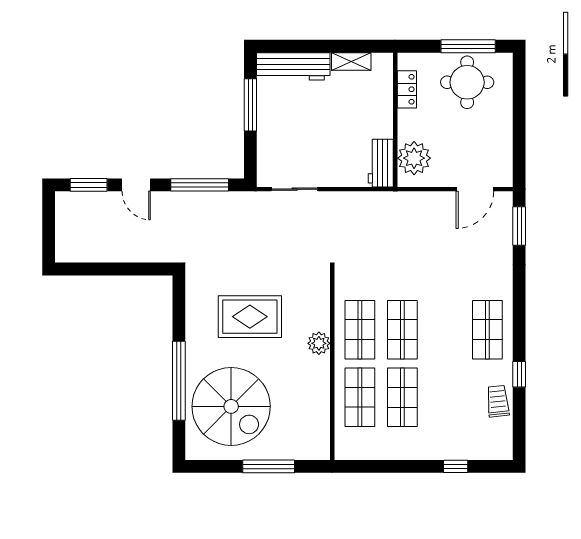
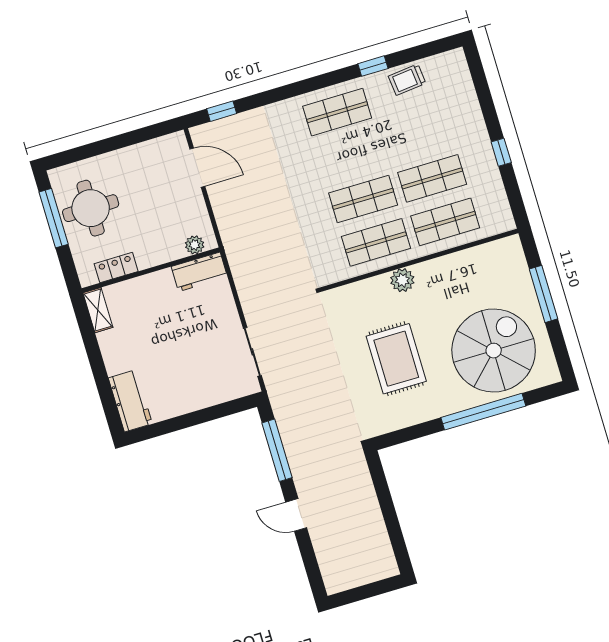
shelving: (351, 61) -> (98, 310), moved
workbench: (293, 66) -> (130, 401), width x0.73
window: (250, 105) -> (180, 423), removed
plant: (414, 158) -> (195, 245), width x0.53, depth x0.53
window: (89, 185) -> (311, 564), removed
door: (136, 185) -> (296, 515), swing flipped
window: (519, 226) -> (222, 111), width x0.67
window: (456, 466) -> (501, 152), moved

